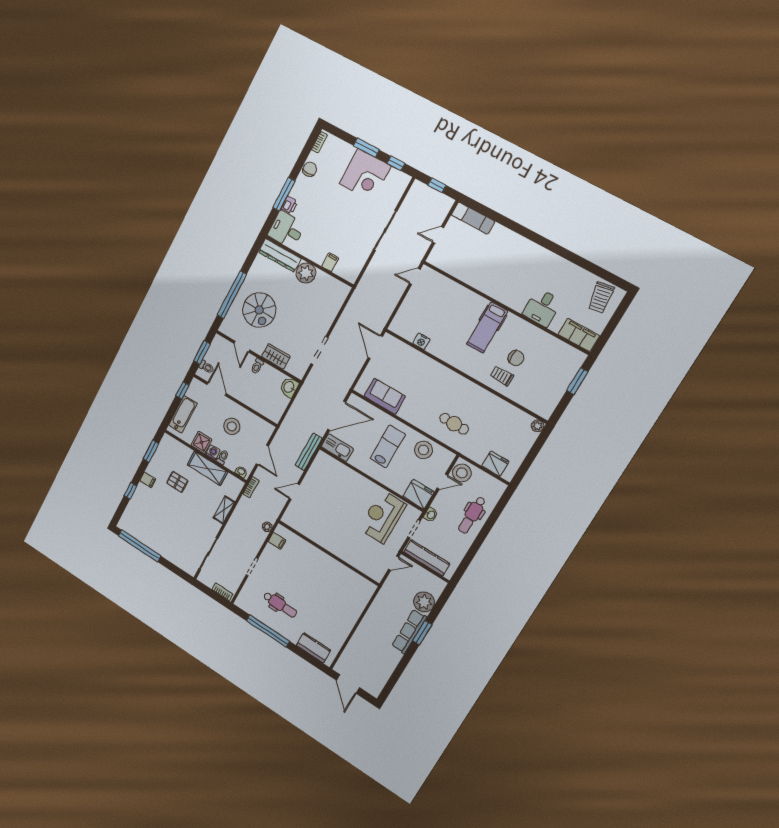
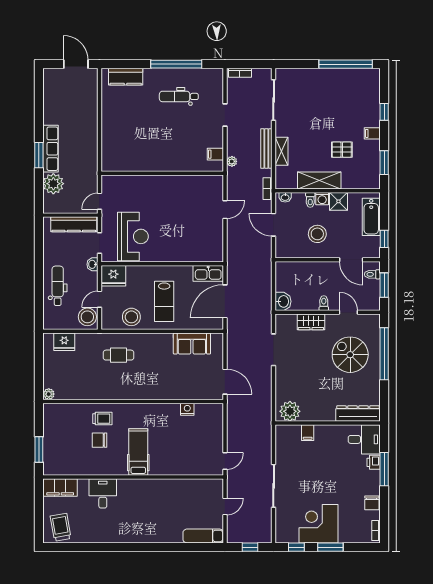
plant: (306, 273) -> (290, 411), moved
bench: (309, 452) -> (266, 148), moved

